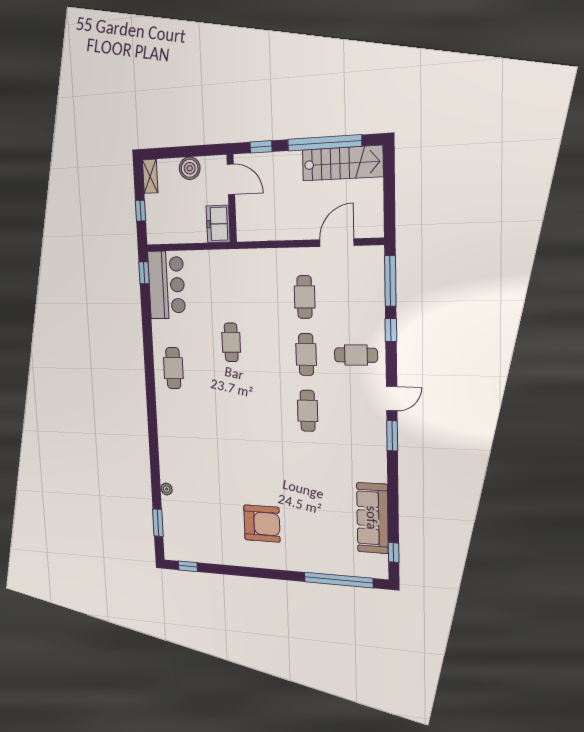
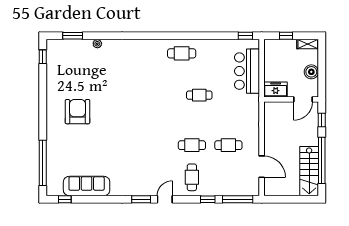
bar counter: (167, 285) -> (247, 71), moved, turned 90
door: (392, 399) -> (165, 199), swing flipped
cafe table: (308, 411) -> (155, 145), removed
armchair: (262, 524) -> (78, 112), turned 180

